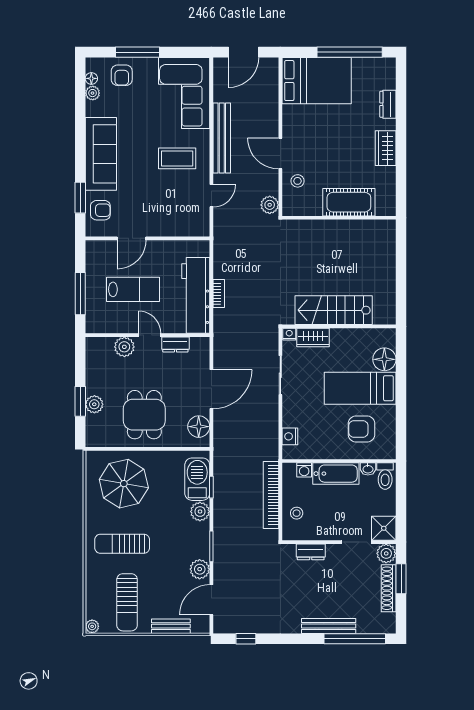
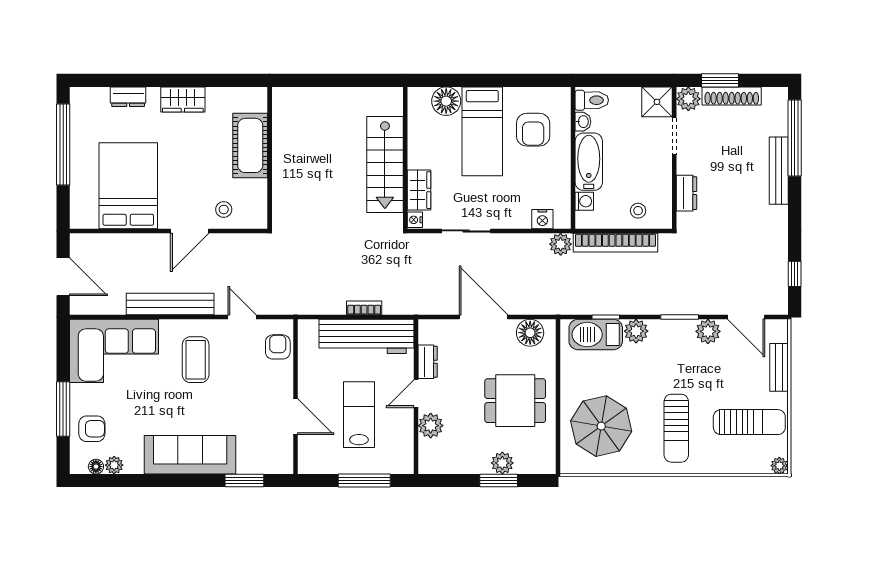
bed: (317, 81) -> (128, 186), moved
plant: (270, 205) -> (561, 244), moved
armchair: (100, 210) -> (278, 347), moved

